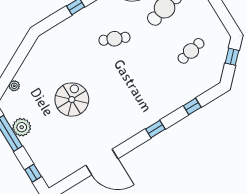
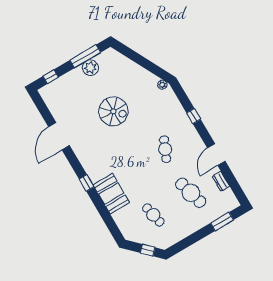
plant: (14, 86) -> (162, 85), moved
booth: (167, 100) -> (111, 194), added
window: (192, 106) -> (105, 215), removed

